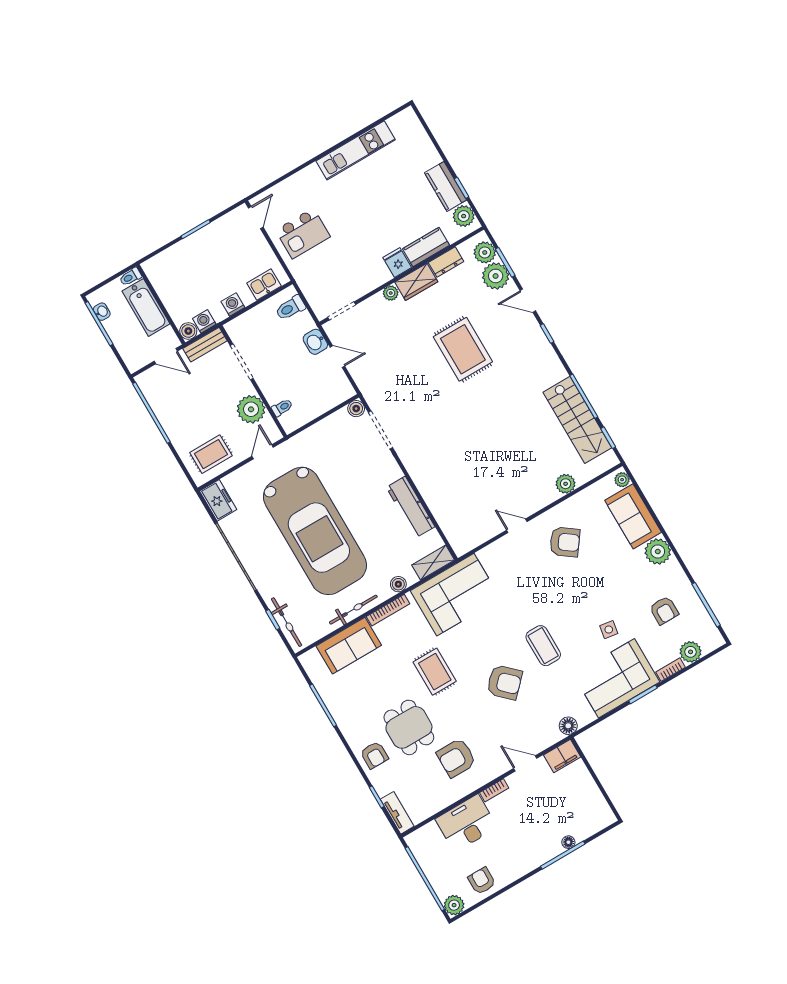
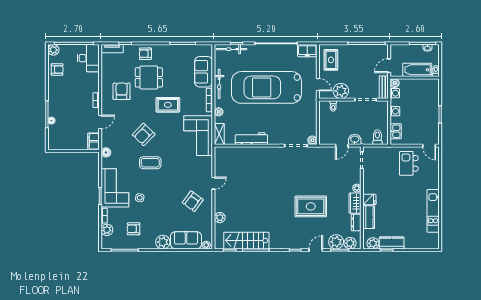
desk: (466, 823) -> (88, 58), moved

